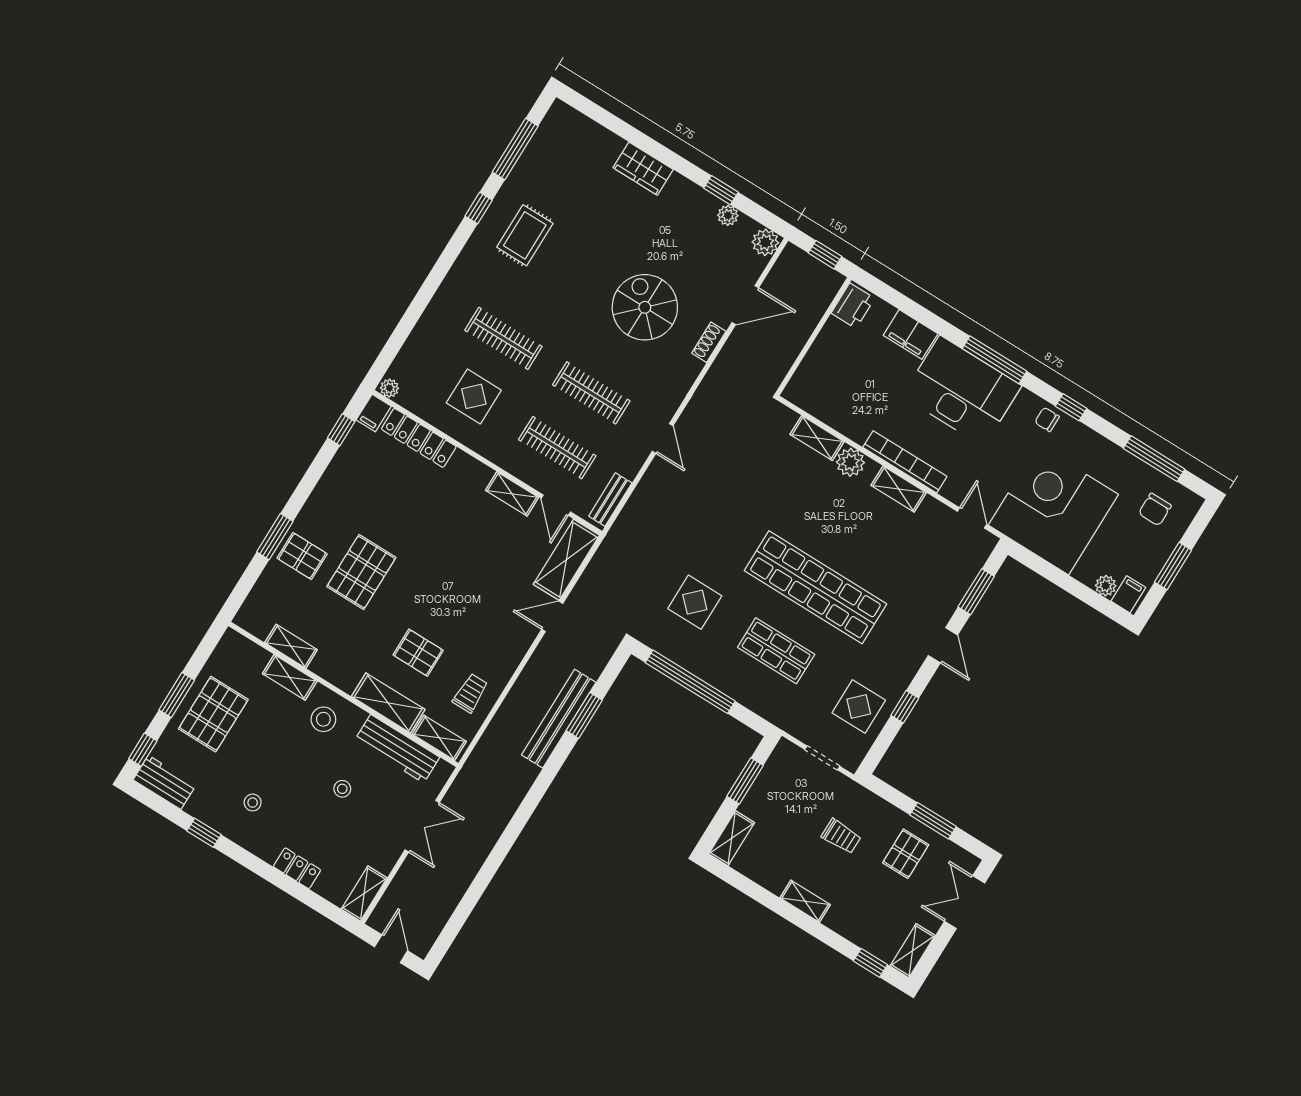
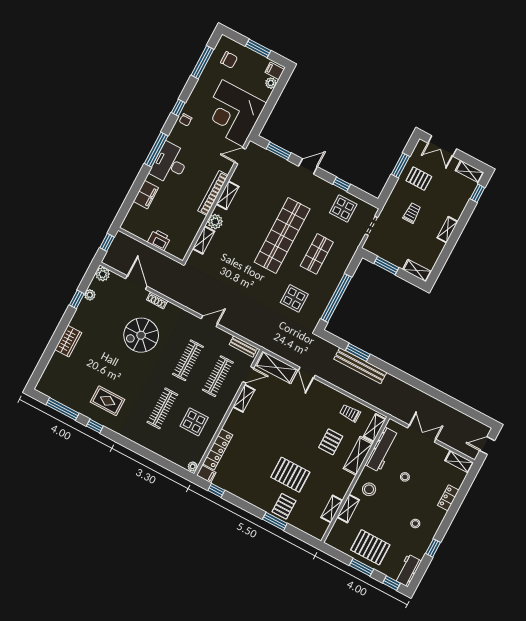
printer: (853, 306) -> (159, 240), moved
desk: (962, 391) -> (170, 164), width x0.73, depth x0.77

